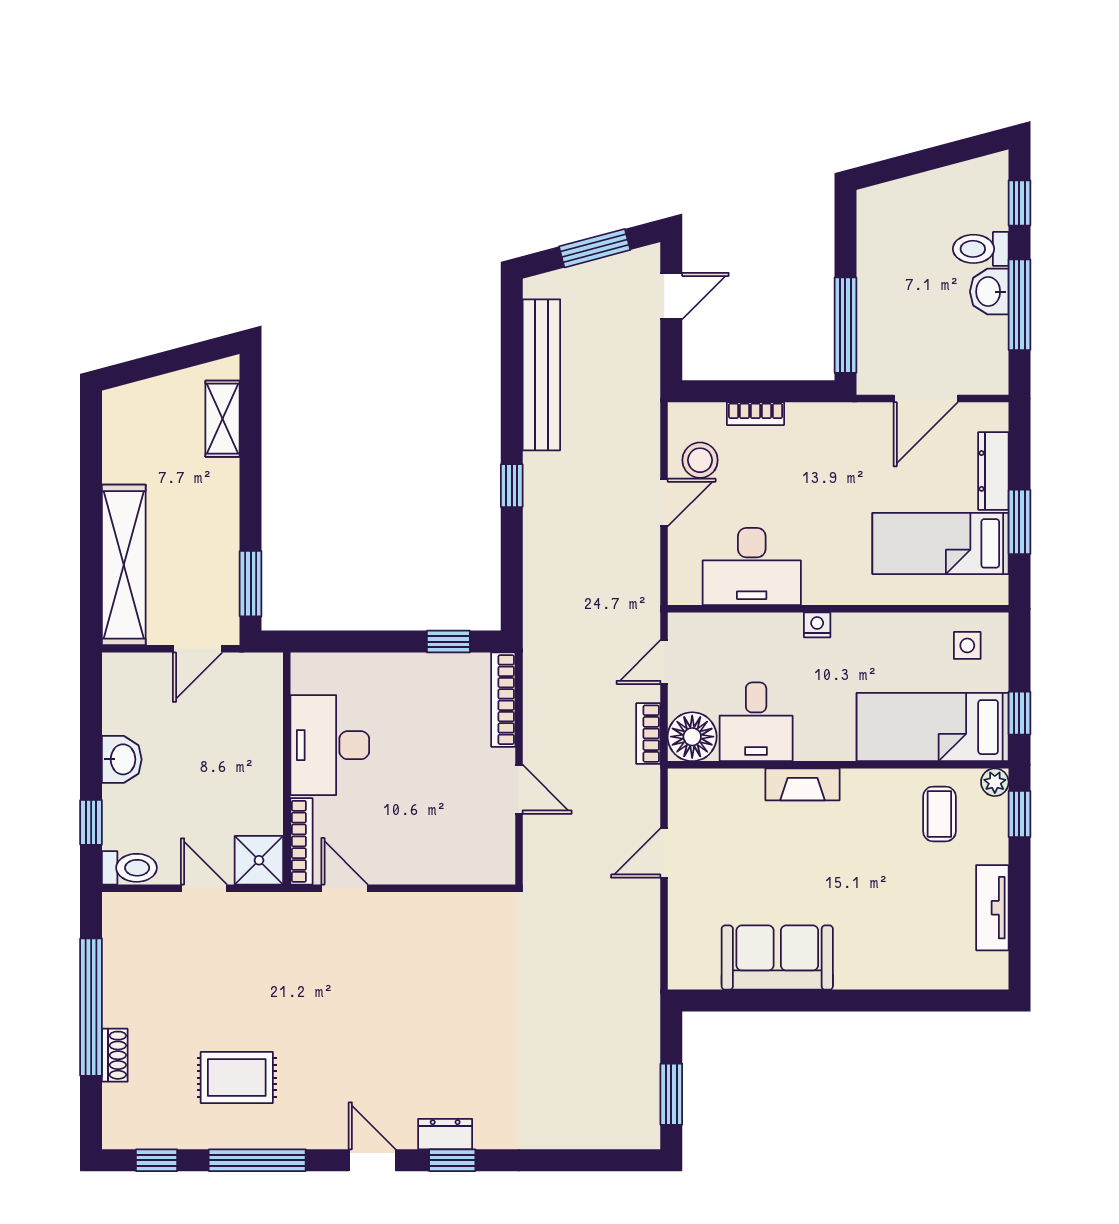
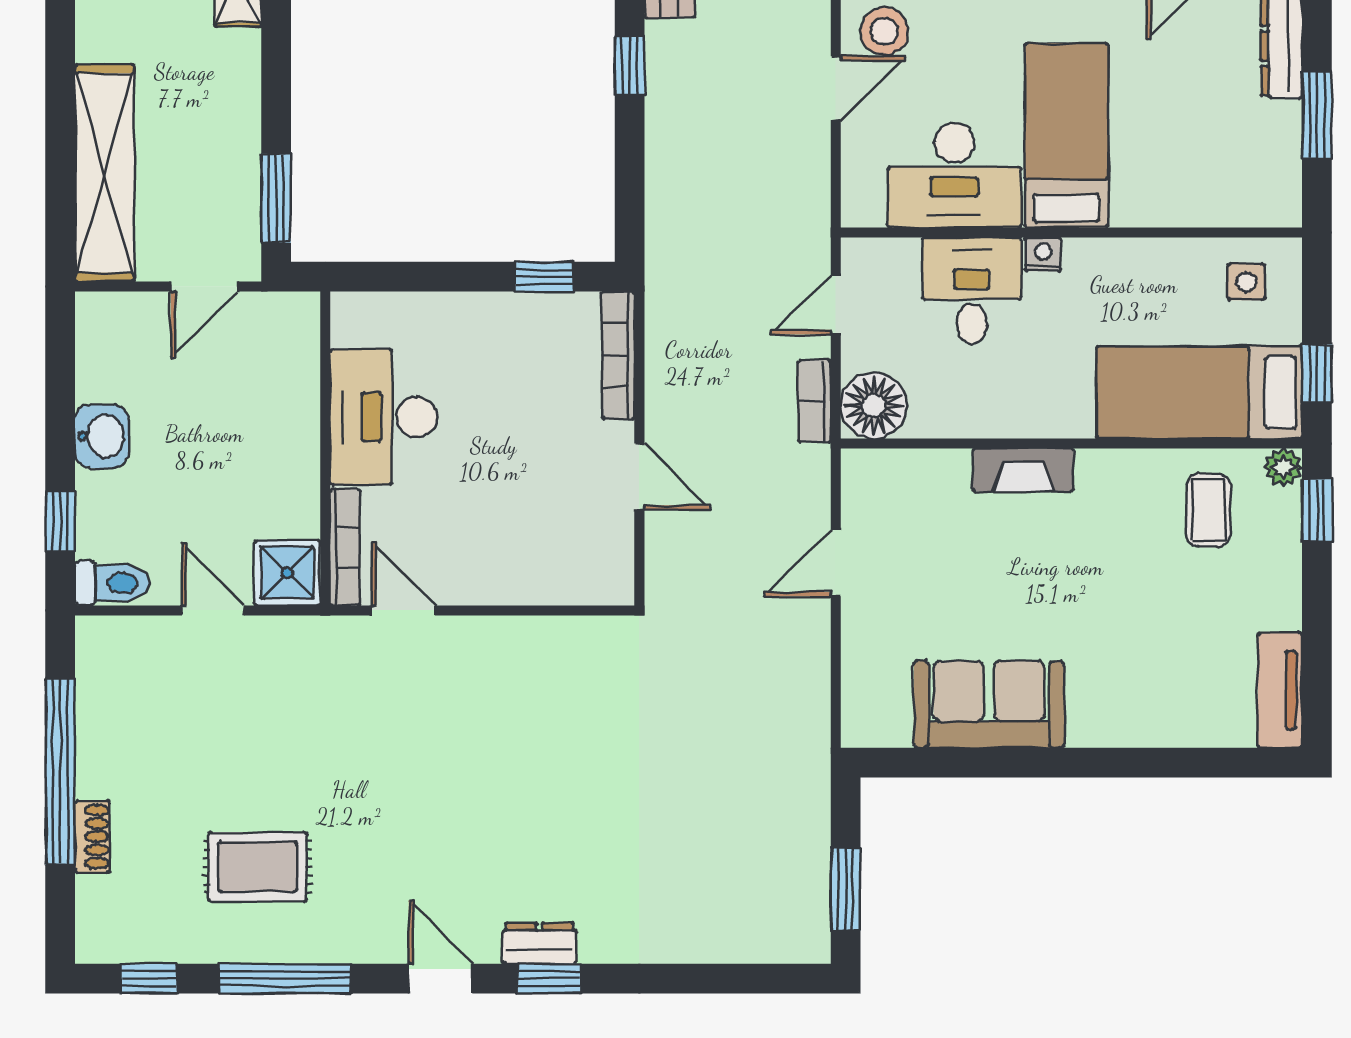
bed: (941, 543) -> (1066, 135), moved, turned 90
desk: (756, 722) -> (972, 291), moved, turned 180
tv unit: (992, 908) -> (1280, 690), moved

